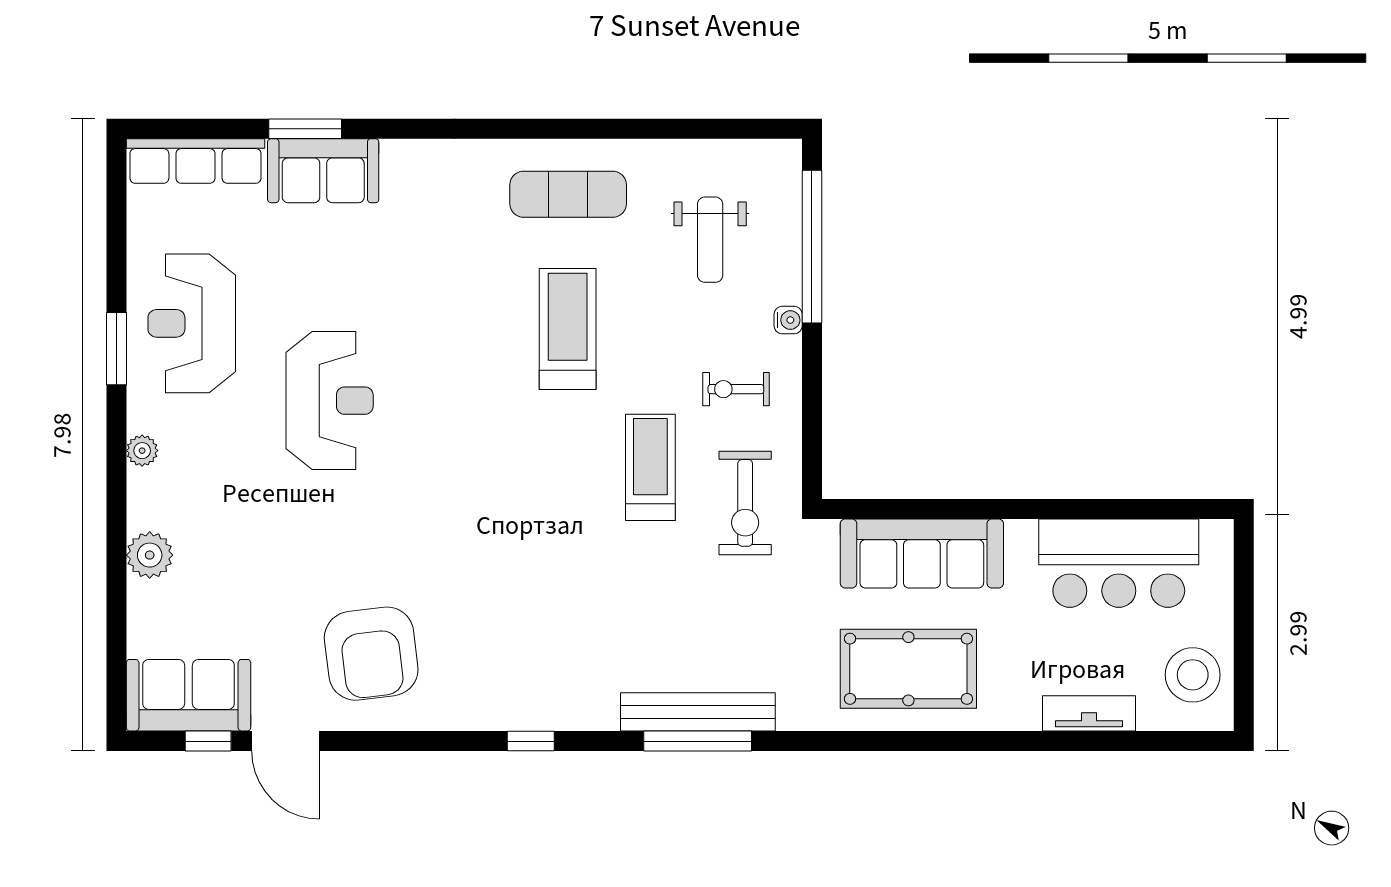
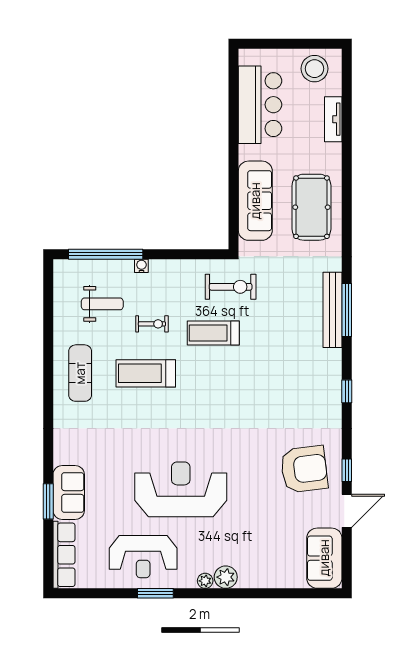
exercise bike: (736, 389) -> (152, 324), moved, turned -90
reception desk: (330, 401) -> (181, 489), width x1.36, depth x1.30
plant: (150, 555) -> (226, 577), moved
window: (208, 741) -> (347, 470), moved

